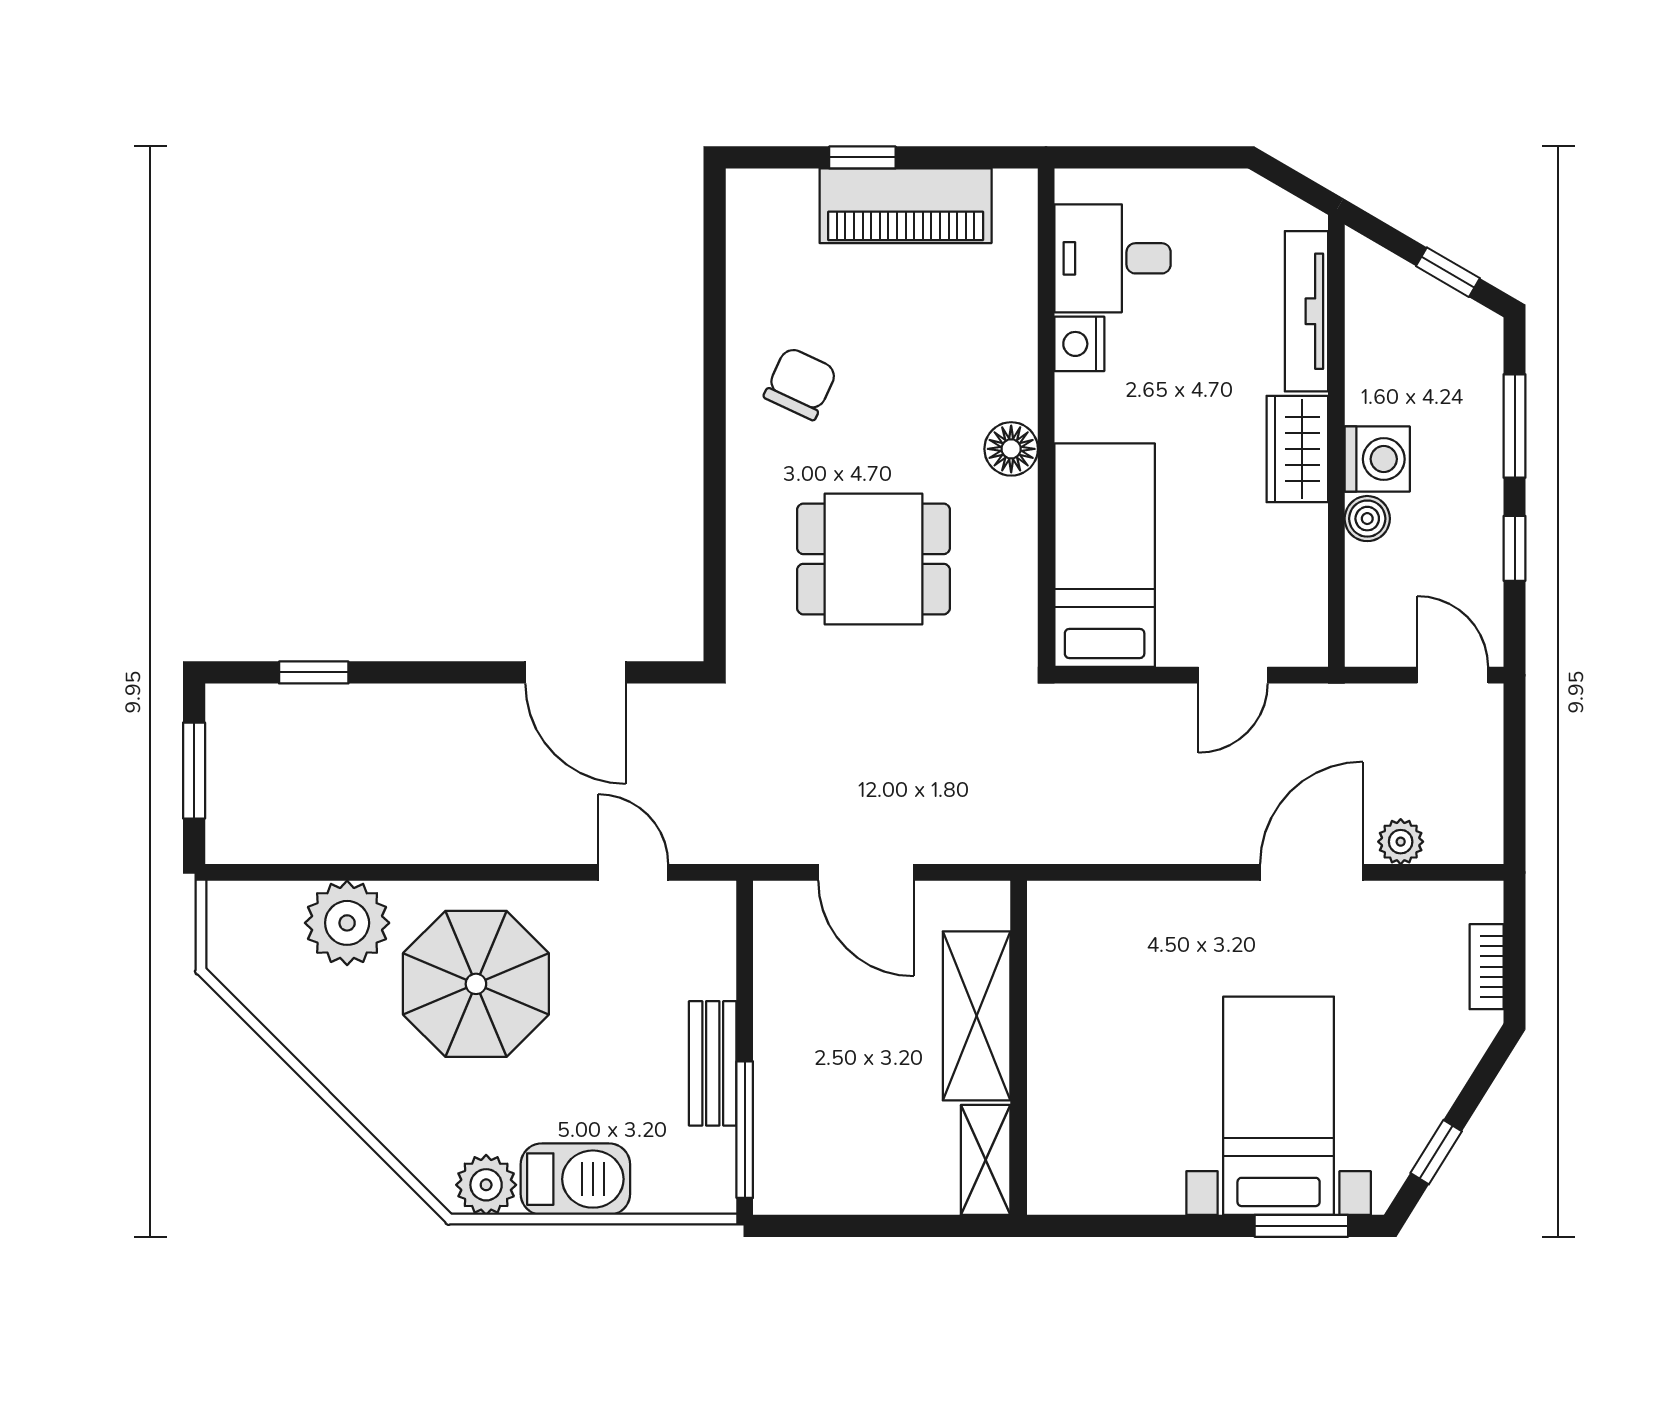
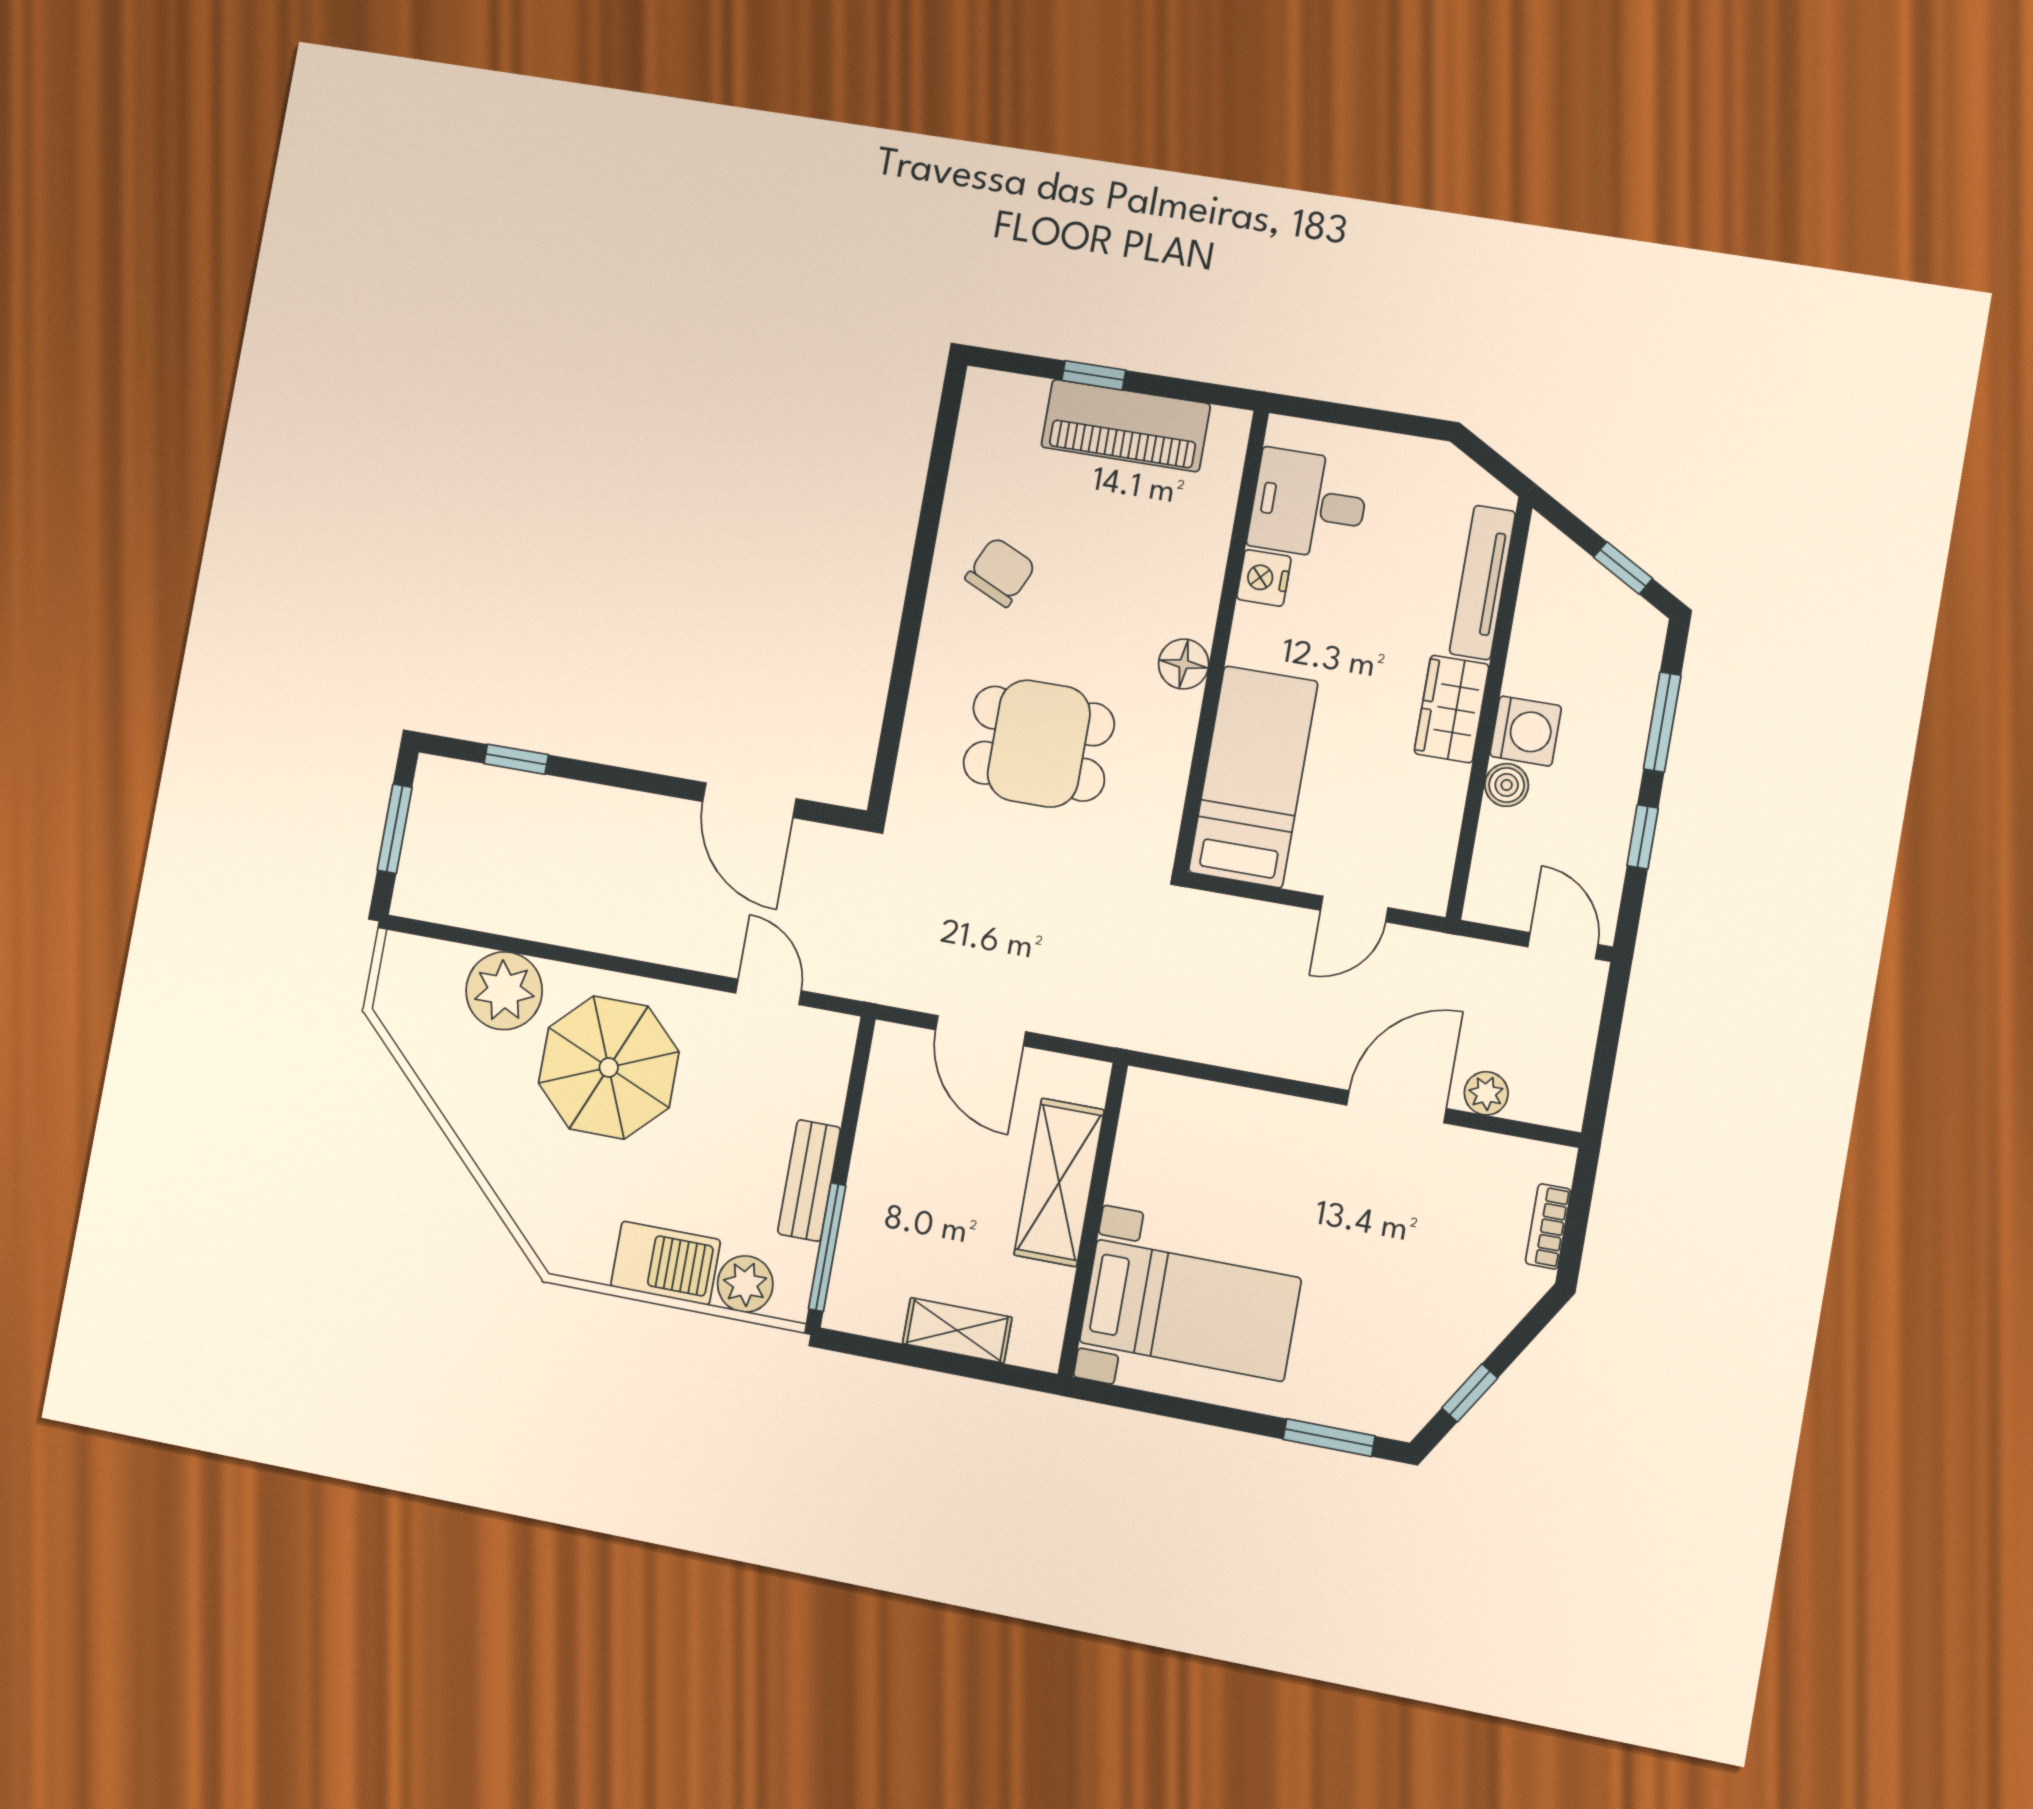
bed with nightstands: (1279, 1106) -> (1190, 1310), moved, turned 90
shelving: (986, 1160) -> (957, 1330), moved, turned 90
plant: (486, 1185) -> (745, 1284), moved

